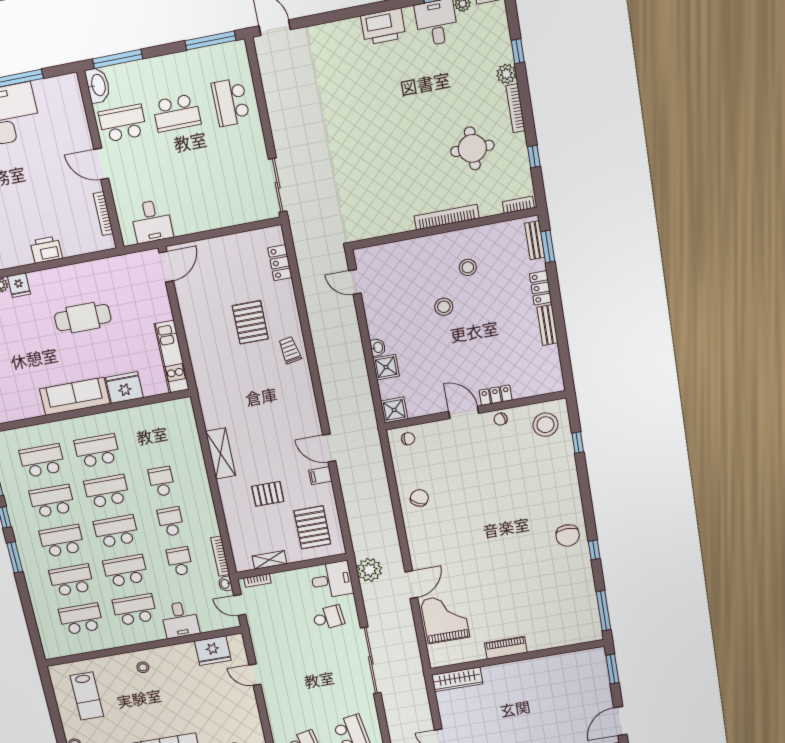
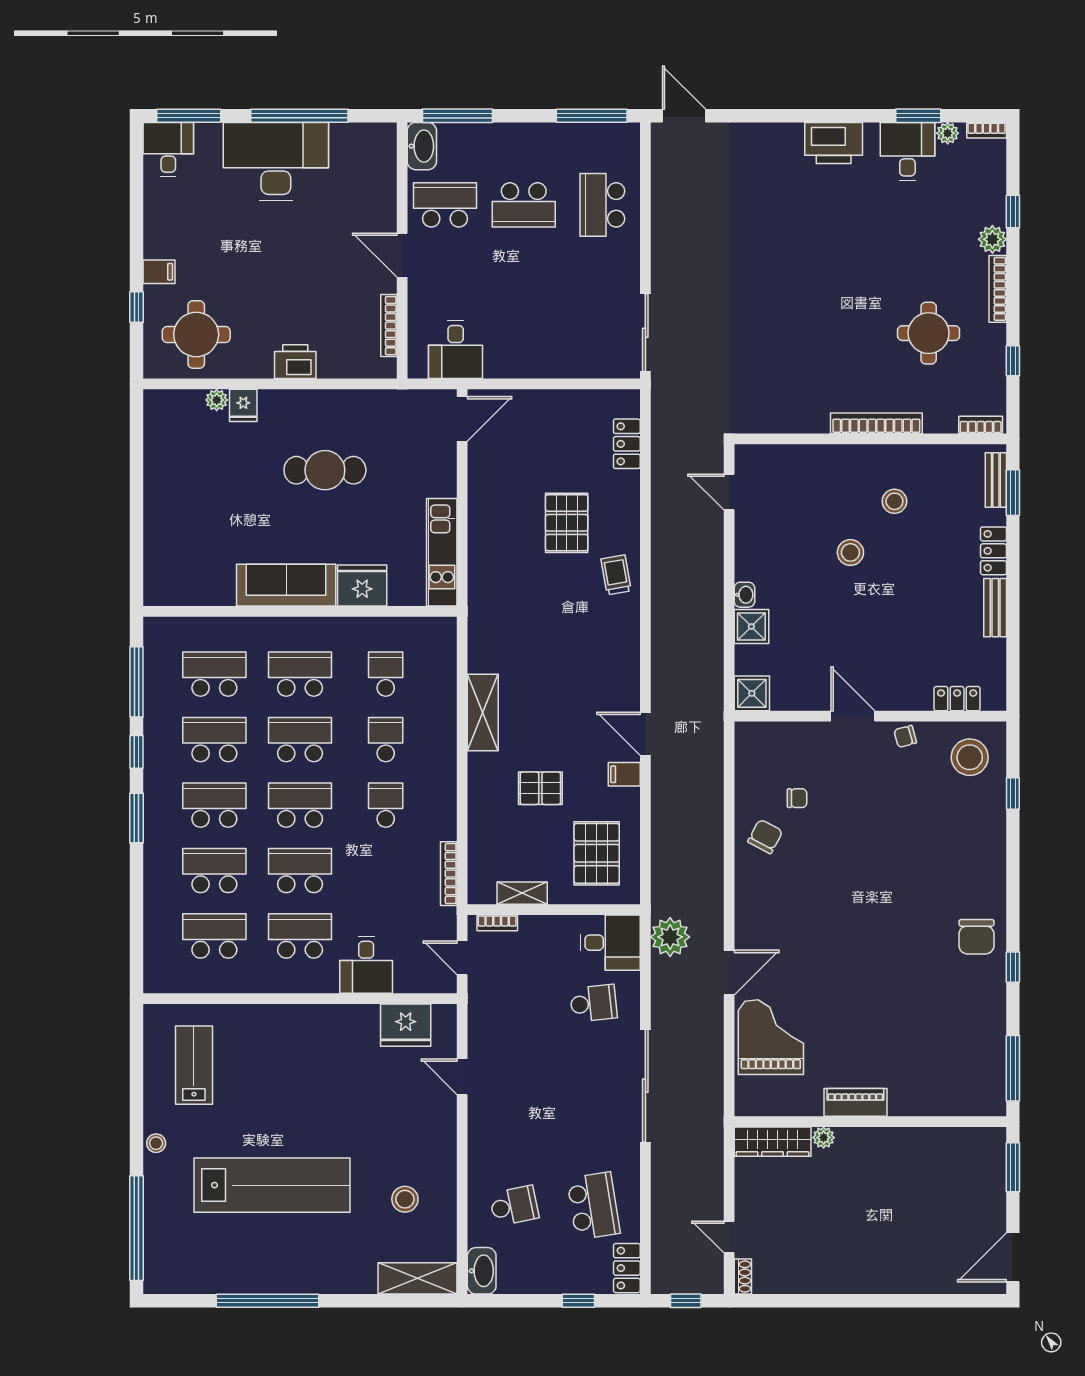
locker: (496, 395) -> (957, 699), moved
chair: (408, 439) -> (797, 798), moved
school desk: (180, 561) -> (386, 674), moved
washbasin: (225, 584) -> (447, 919), removed
stool: (143, 667) -> (292, 1033), removed
plant: (489, 672) -> (824, 1138), added
lab bench: (87, 696) -> (194, 1065), turned 180

